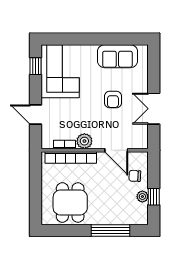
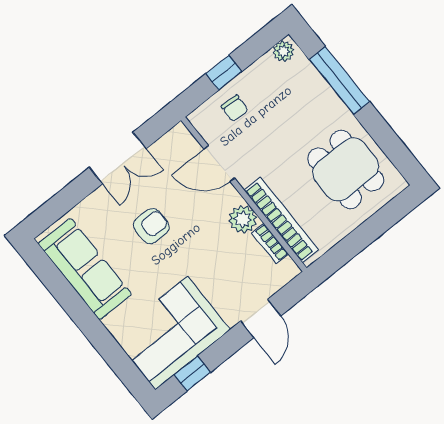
sofa: (117, 56) -> (85, 269), width x1.36
door: (116, 150) -> (219, 164), swing flipped
plant: (142, 196) -> (283, 51), moved
window: (154, 197) -> (224, 73), moved
dining table: (70, 202) -> (346, 169), turned 90

